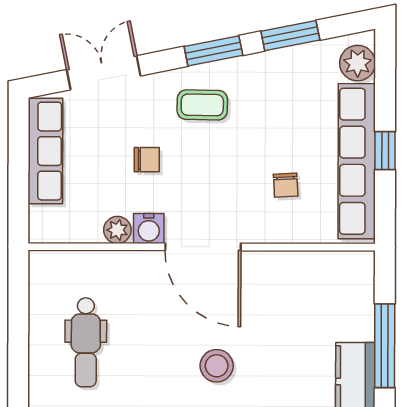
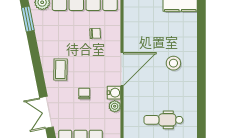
window: (290, 36) -> (28, 19), moved
window: (213, 51) -> (37, 65), removed
dental chair: (86, 342) -> (163, 120), turned 180

